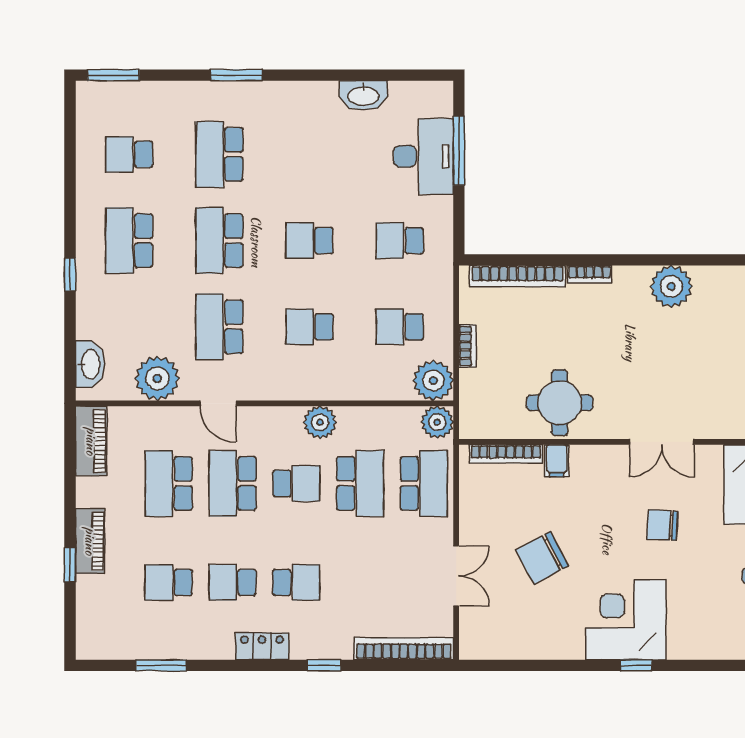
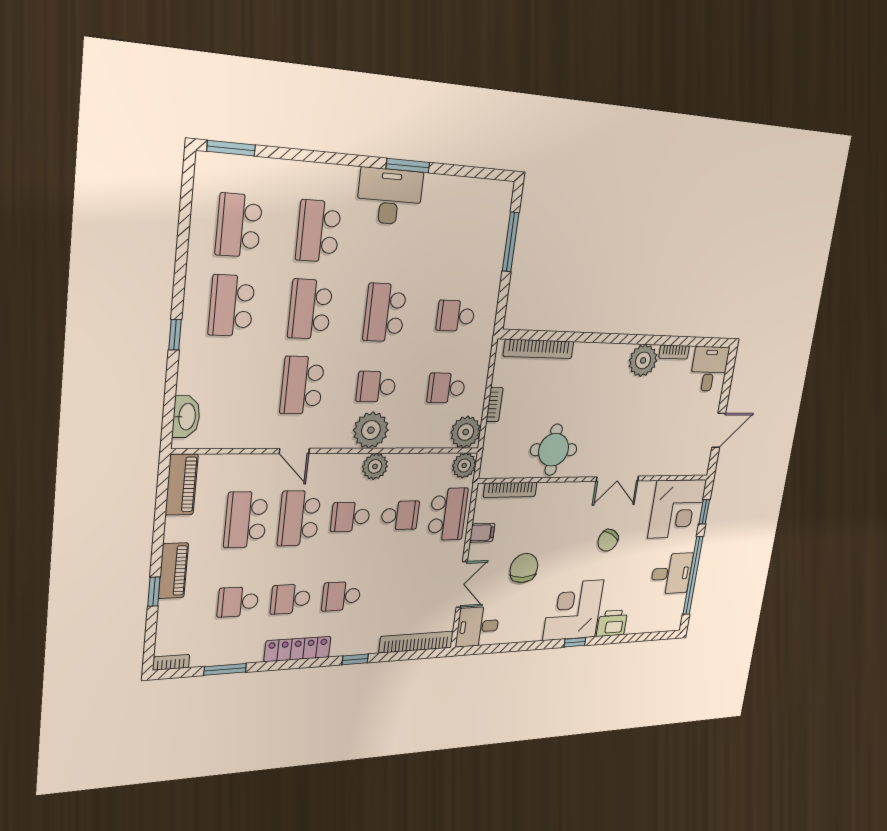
window: (236, 75) -> (408, 166), moved
washbasin: (363, 95) -> (443, 188), removed
school desk: (129, 154) -> (239, 225), width x1.85
desk: (423, 156) -> (390, 197), moved, turned -90
school desk: (310, 241) -> (385, 313), width x1.85
bookcase: (589, 274) -> (674, 352), moved
plant: (157, 378) -> (371, 430), moved
filing cabinet: (557, 461) -> (482, 533), moved, turned -90
school desk: (296, 483) -> (350, 517), turned 180
school desk: (360, 483) -> (400, 515), width x0.54
chair: (662, 525) -> (608, 540), turned -64
chair: (542, 558) -> (524, 568), turned 118
school desk: (296, 582) -> (341, 596), turned 180
desk: (487, 633) -> (478, 627), added
printer: (690, 642) -> (612, 623), added
locker: (262, 646) -> (298, 649), width x1.53
bookcase: (96, 651) -> (171, 662), added

